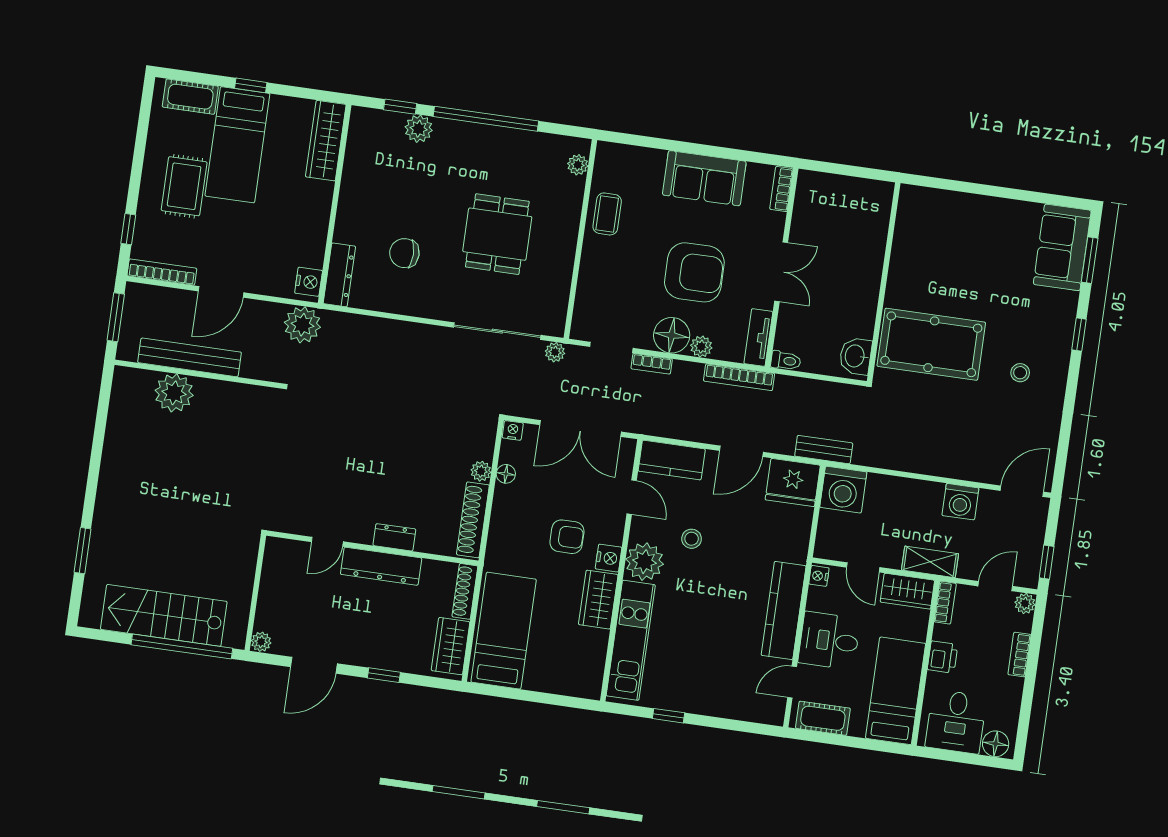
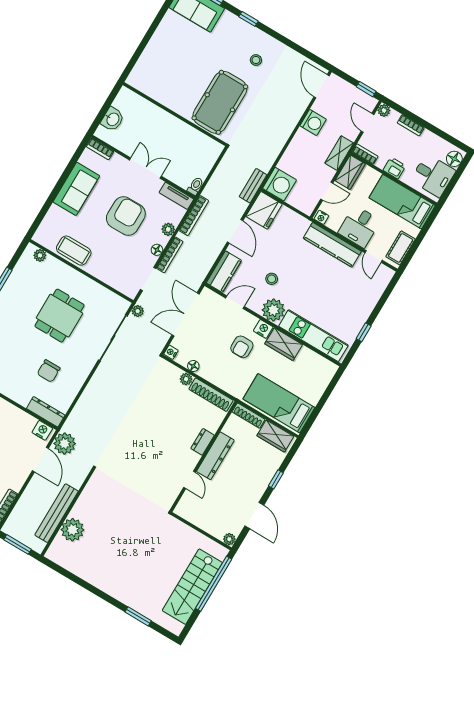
coffee table: (607, 214) -> (74, 251), width x1.36, depth x1.30
dining table: (497, 234) -> (60, 316), turned 90
door: (221, 292) -> (40, 460), moved
floor lamp: (672, 335) -> (157, 250), width x0.53, depth x0.53
washbasin: (856, 356) -> (113, 119), moved, turned -90
bookcase: (652, 364) -> (170, 255), width x1.56
double door: (580, 428) -> (185, 315), swing flipped
armchair: (567, 537) -> (242, 347), turned 180

